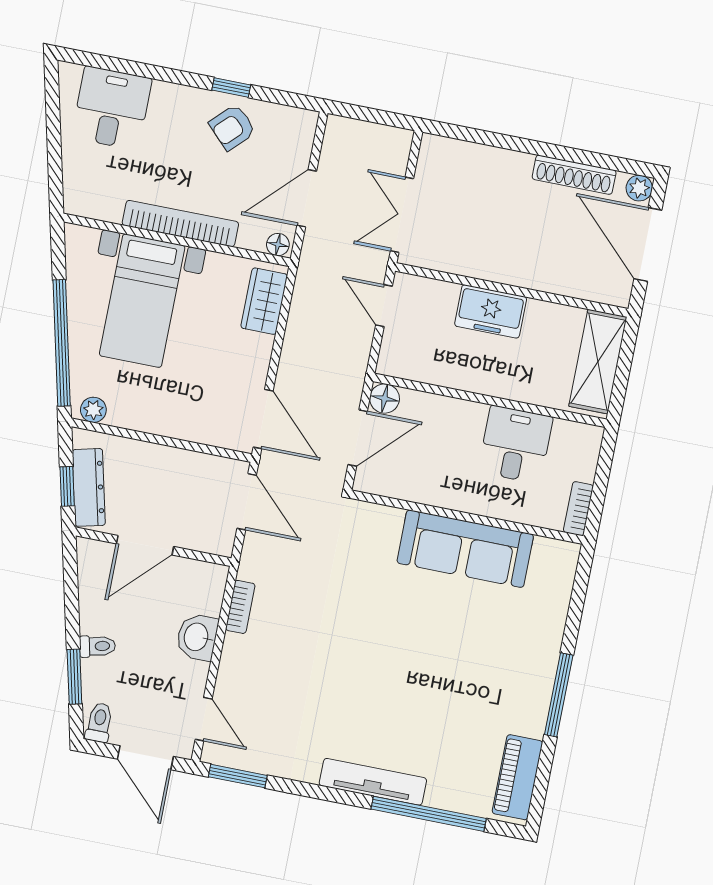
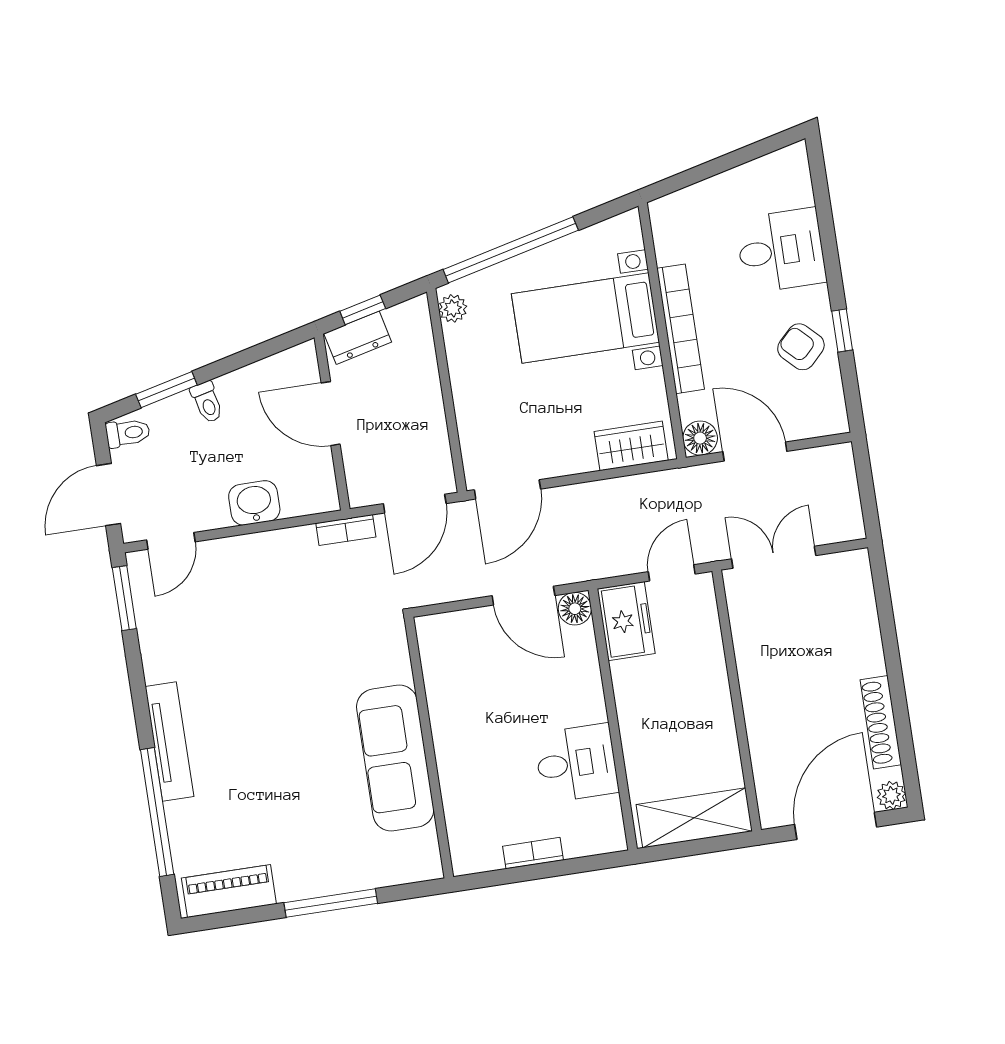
desk: (112, 108) -> (781, 251), moved
floor lamp: (278, 245) -> (700, 438), width x1.37, depth x1.37
freezer: (491, 311) -> (626, 621), moved, turned 180
dresser: (89, 487) -> (358, 338), width x0.70
wall: (467, 517) -> (429, 748), moved
sofa: (465, 549) -> (395, 758), moved
bookcase: (240, 607) -> (346, 530), moved

